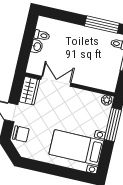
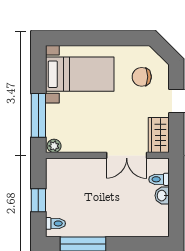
toilet: (42, 35) -> (159, 179), moved
chair: (21, 134) -> (142, 77), moved

